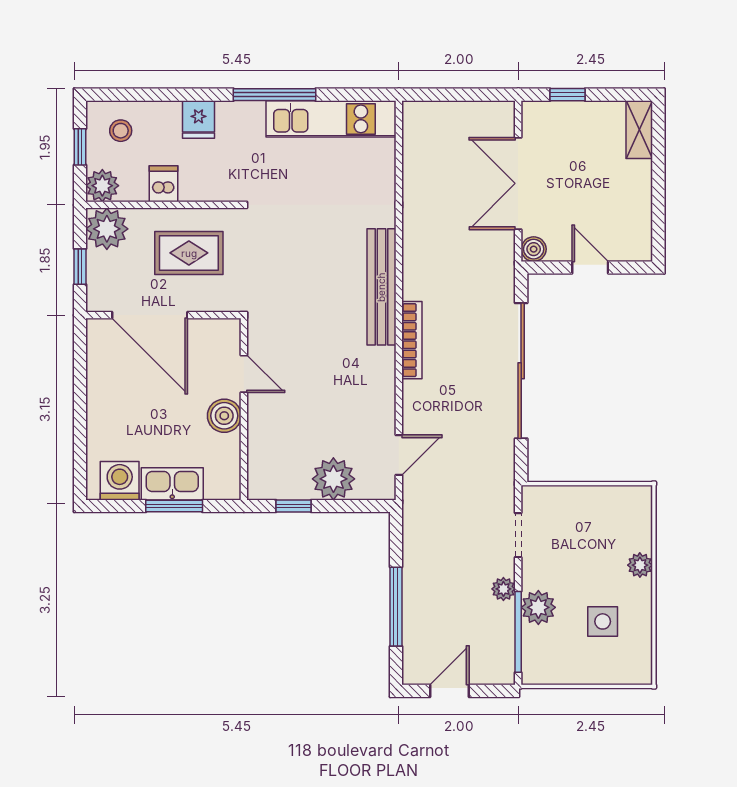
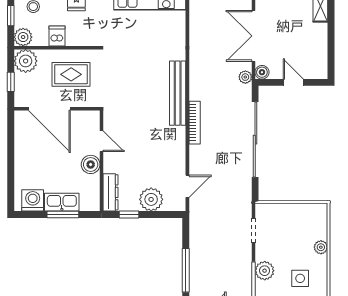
dresser: (260, 466) -> (111, 192), added
plant: (503, 589) -> (245, 77), moved

